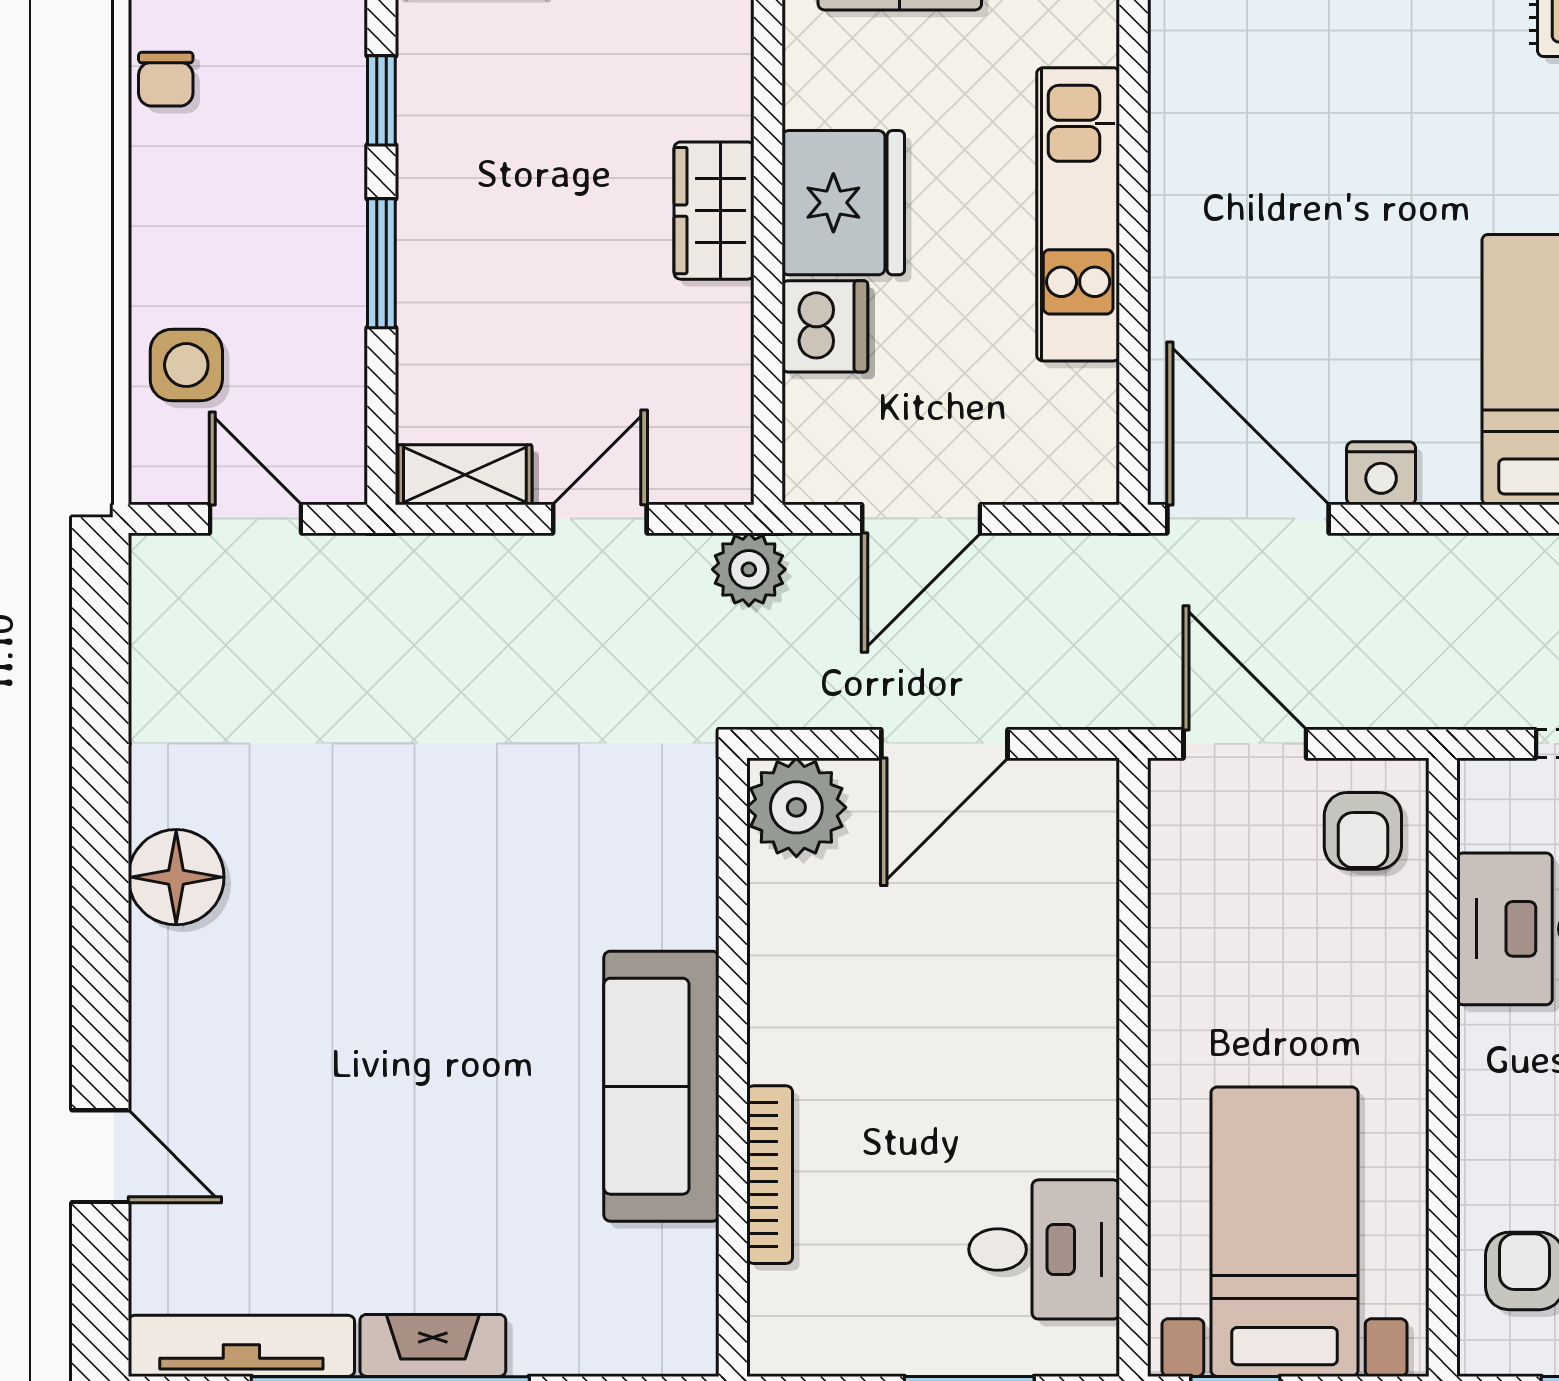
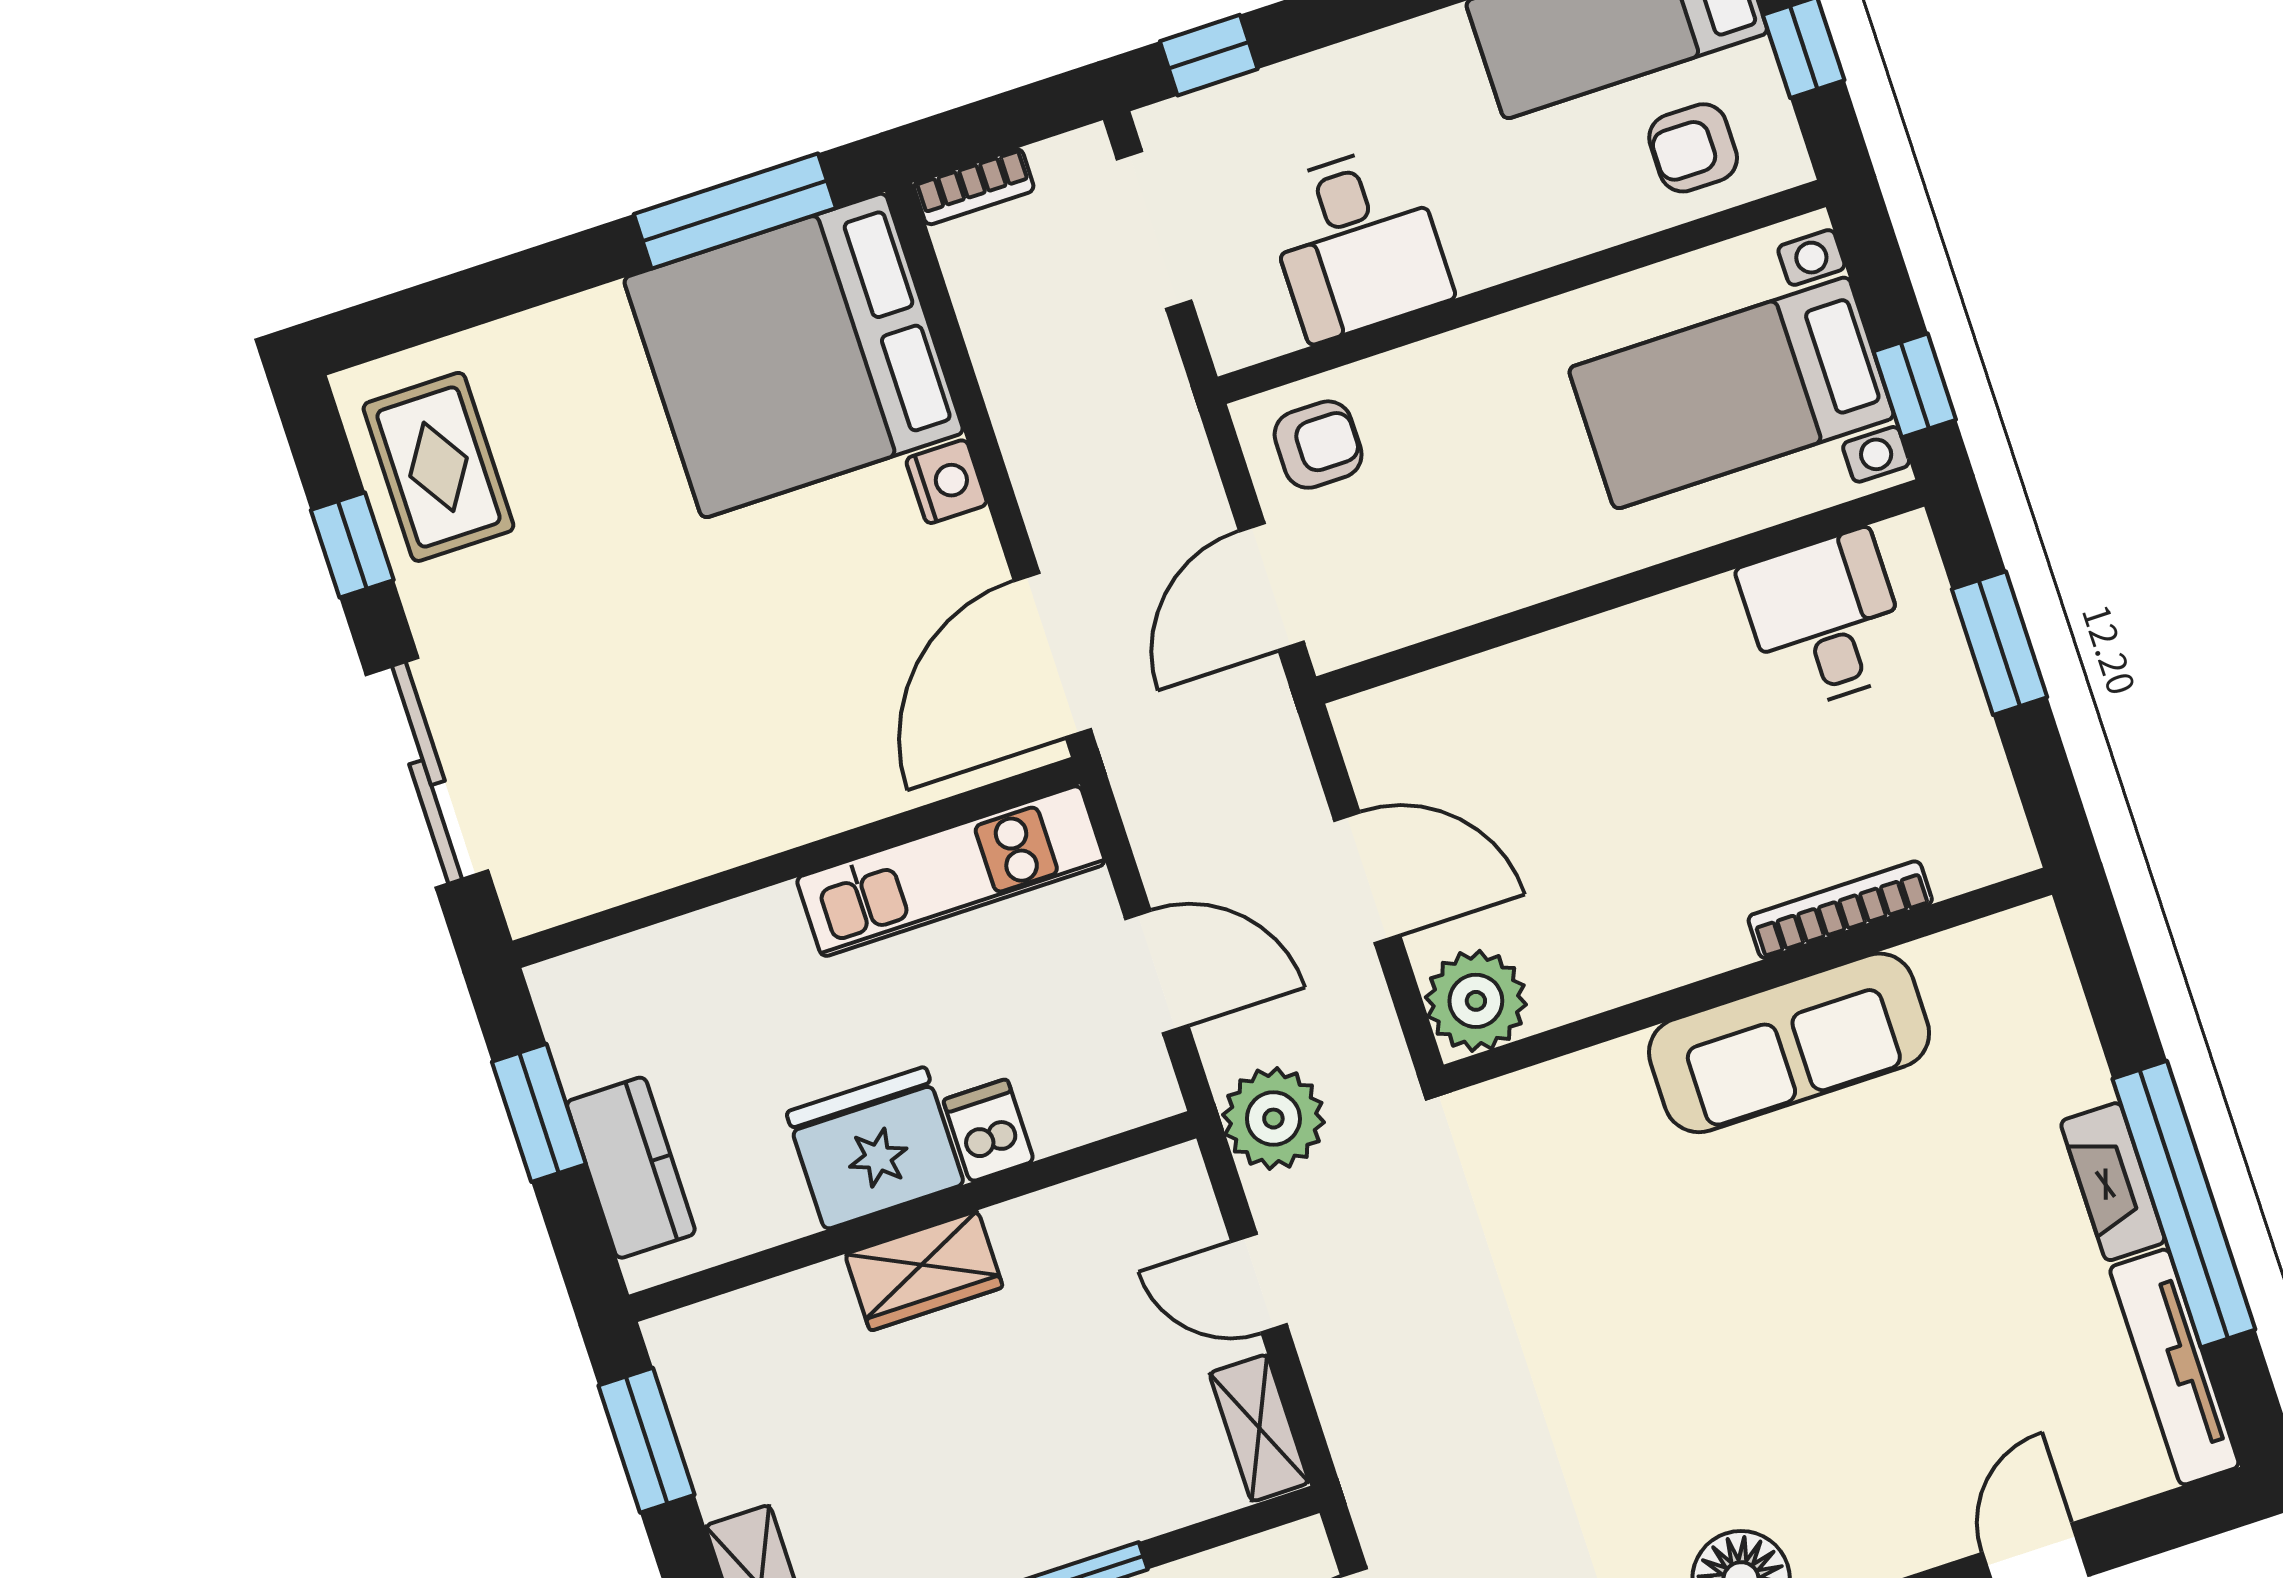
kitchen unit: (1078, 214) -> (951, 871), moved
dishwasher: (825, 326) -> (989, 1131), width x0.73
nightstand: (1381, 473) -> (946, 482), moved
plant: (749, 569) -> (1273, 1119), width x1.36, depth x1.36

